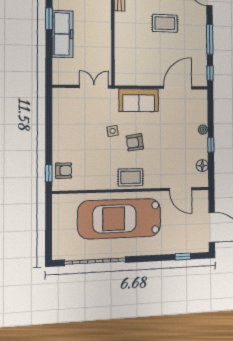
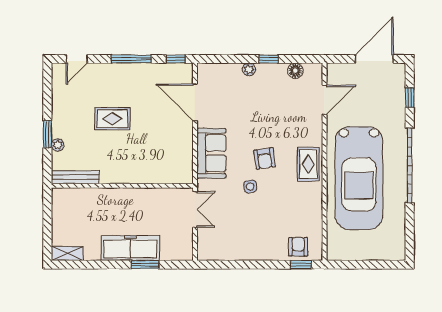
window: (49, 19) -> (145, 265), moved
rug: (165, 23) -> (112, 119), turned 90
double door: (94, 87) -> (195, 209), swing flipped
garage door: (95, 261) -> (410, 165), moved

